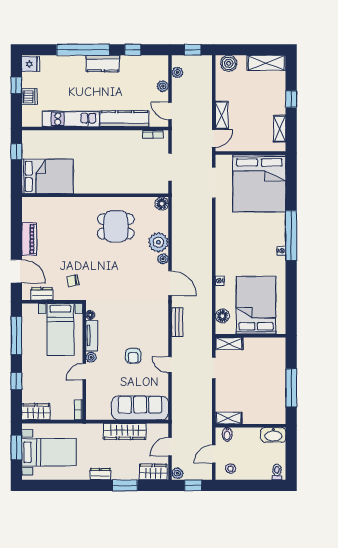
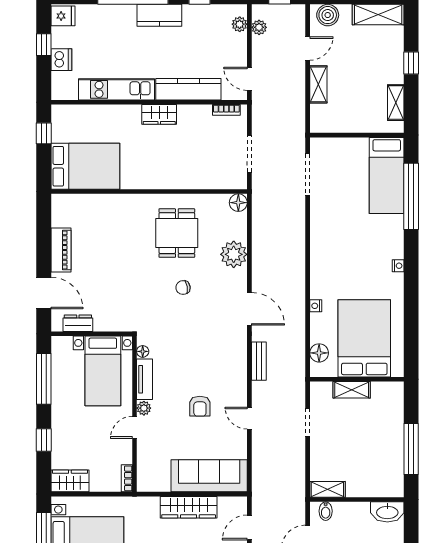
plant: (163, 86) -> (240, 24), moved
wardrobe: (103, 138) -> (159, 114), added
door: (214, 138) -> (308, 48), moved
bed: (259, 183) -> (387, 175), width x0.49
dining table: (116, 226) -> (177, 233), turned 90
window: (291, 235) -> (411, 196), moved
plant: (163, 259) -> (240, 277), removed
chair: (73, 281) -> (183, 288), moved
shelving: (229, 344) -> (352, 390), moved

